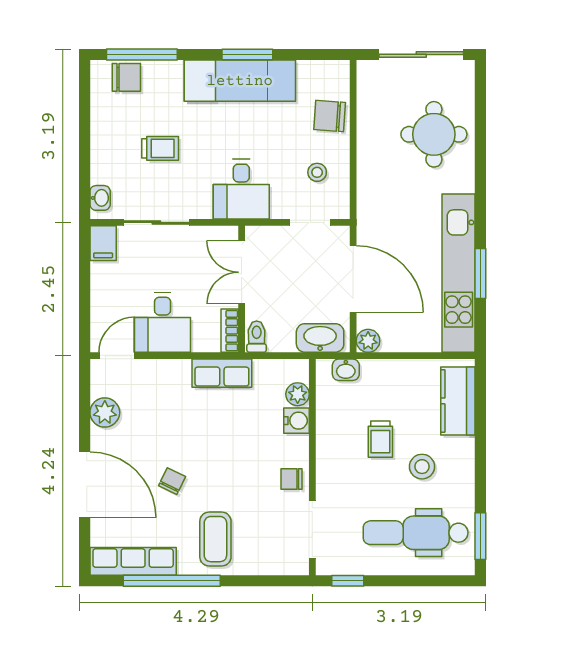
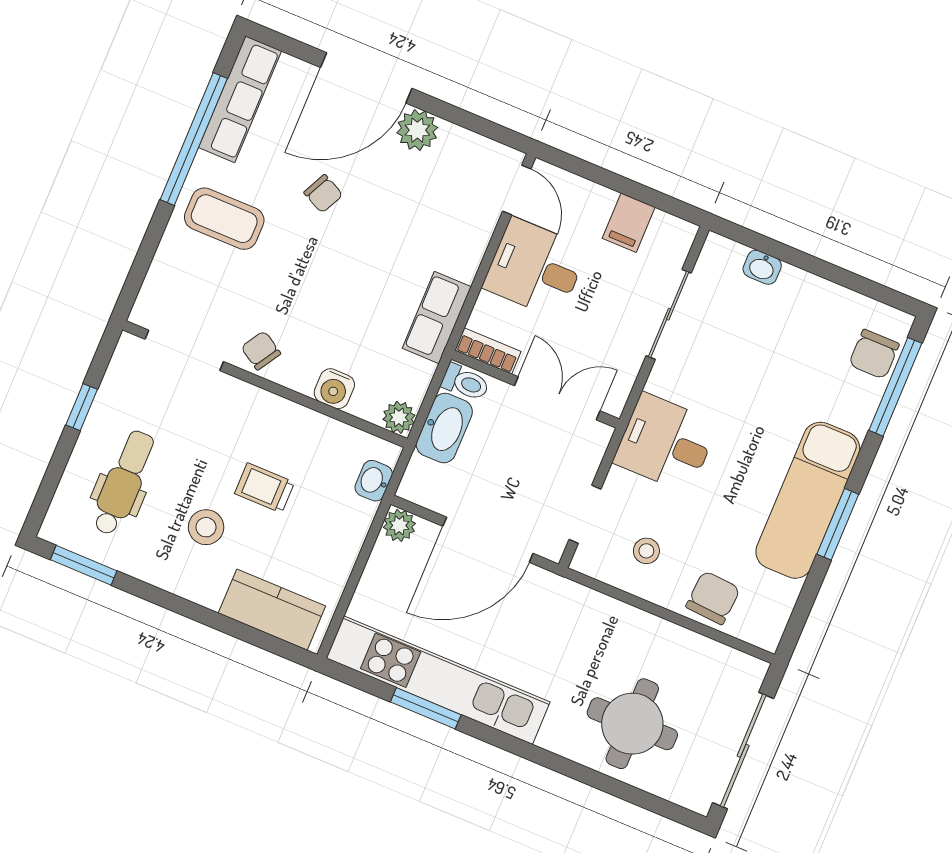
trolley: (160, 148) -> (763, 359), removed
washbasin: (100, 198) -> (762, 267), moved
filing cabinet: (103, 243) -> (629, 223), moved, turned -90
washbasin: (320, 338) -> (444, 428), moved
plant: (298, 394) -> (399, 417), moved
plant: (105, 412) -> (417, 130), moved
chair: (292, 479) -> (261, 350), turned -58
dental chair: (416, 533) -> (123, 483), width x0.73, depth x0.72
window: (348, 581) -> (82, 407), moved

